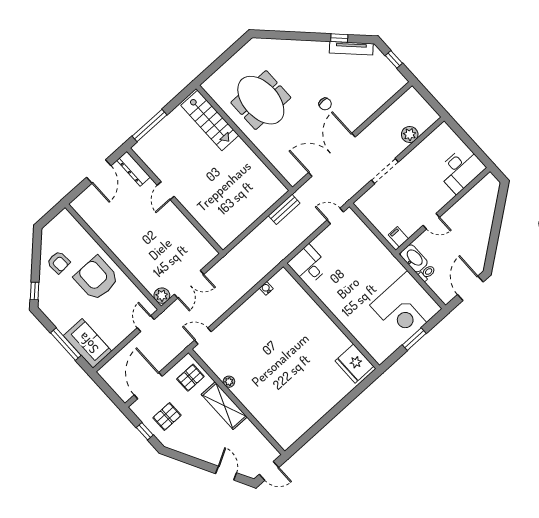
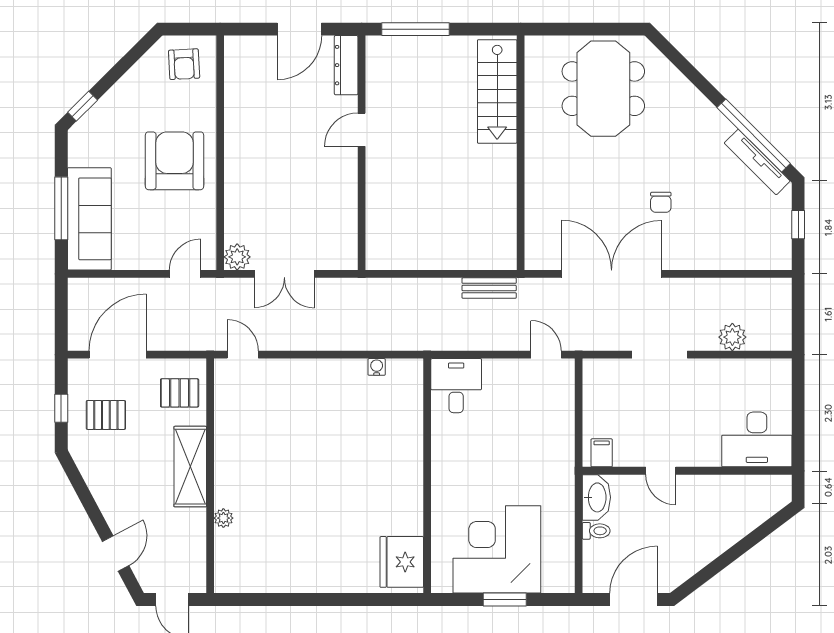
window: (339, 38) -> (754, 135), width x3.17
meeting table: (261, 100) -> (603, 89), moved
armchair: (59, 262) -> (184, 64), moved
corner desk: (406, 307) -> (497, 549), moved, turned 90
sofa: (88, 343) -> (89, 219), width x1.36
plant: (229, 382) -> (223, 518), moved

